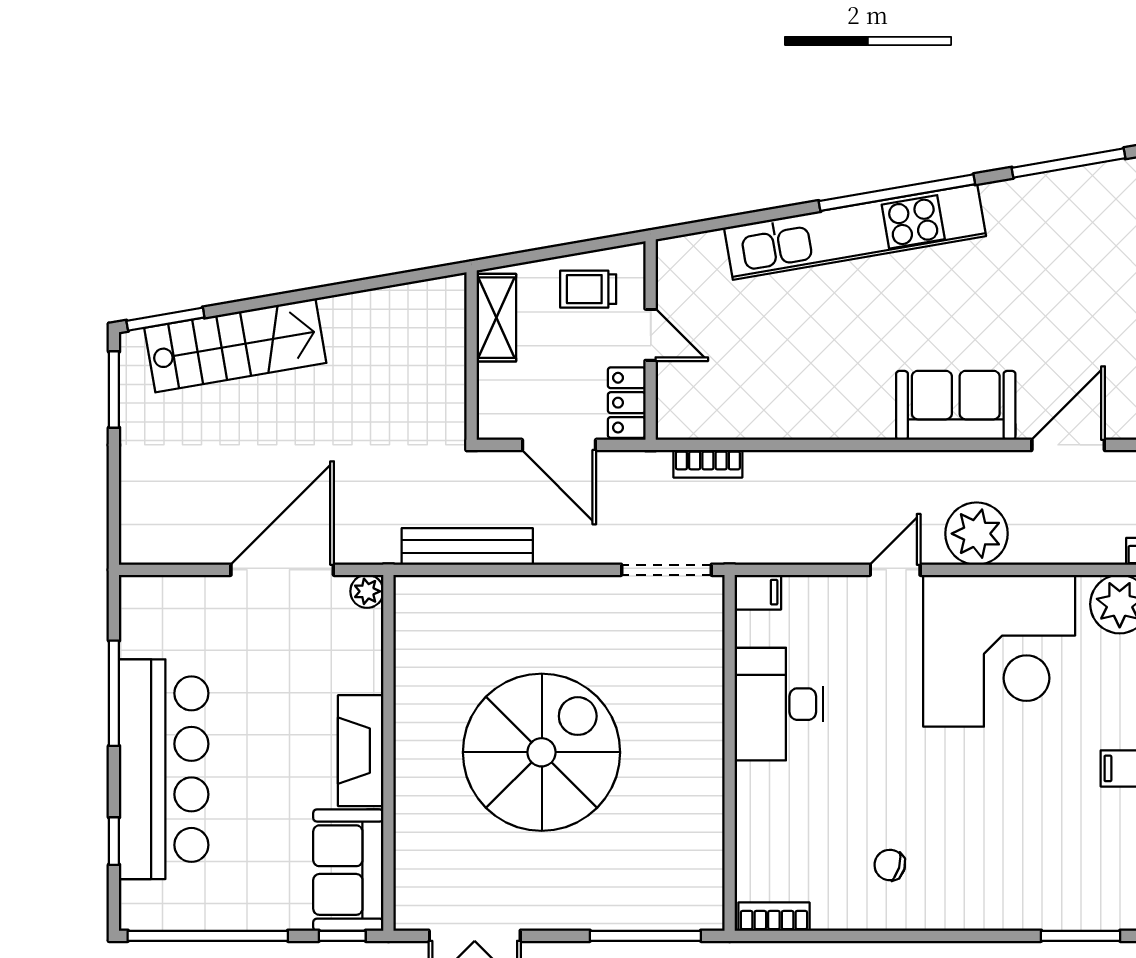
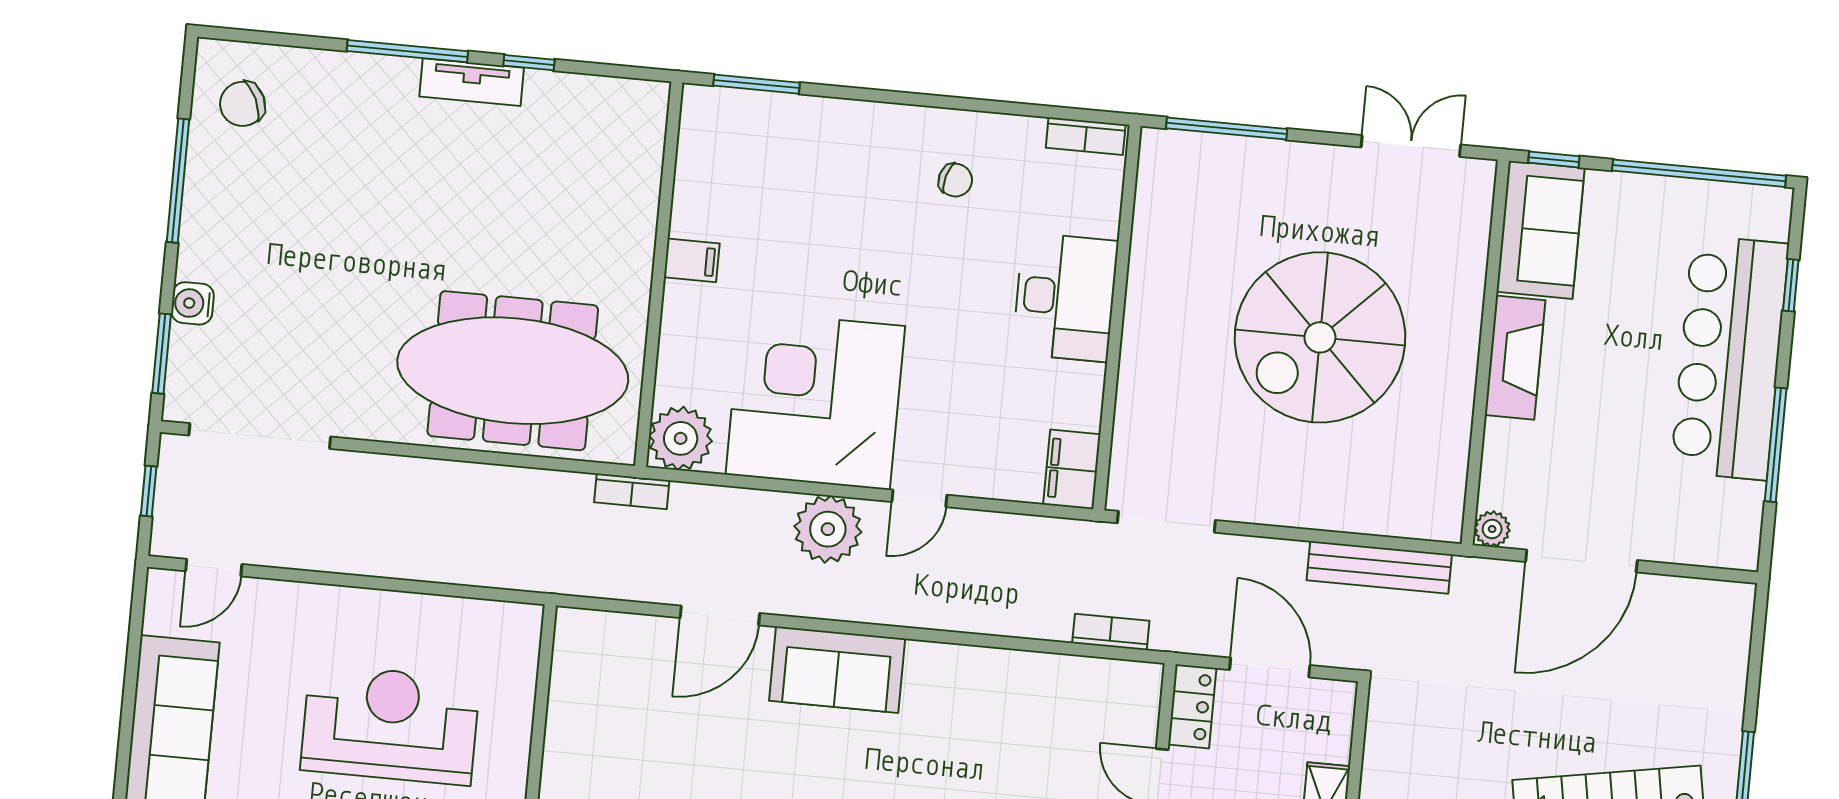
filing cabinet: (758, 592) -> (1072, 469), width x2.00
desk: (779, 704) -> (1065, 297), moved

